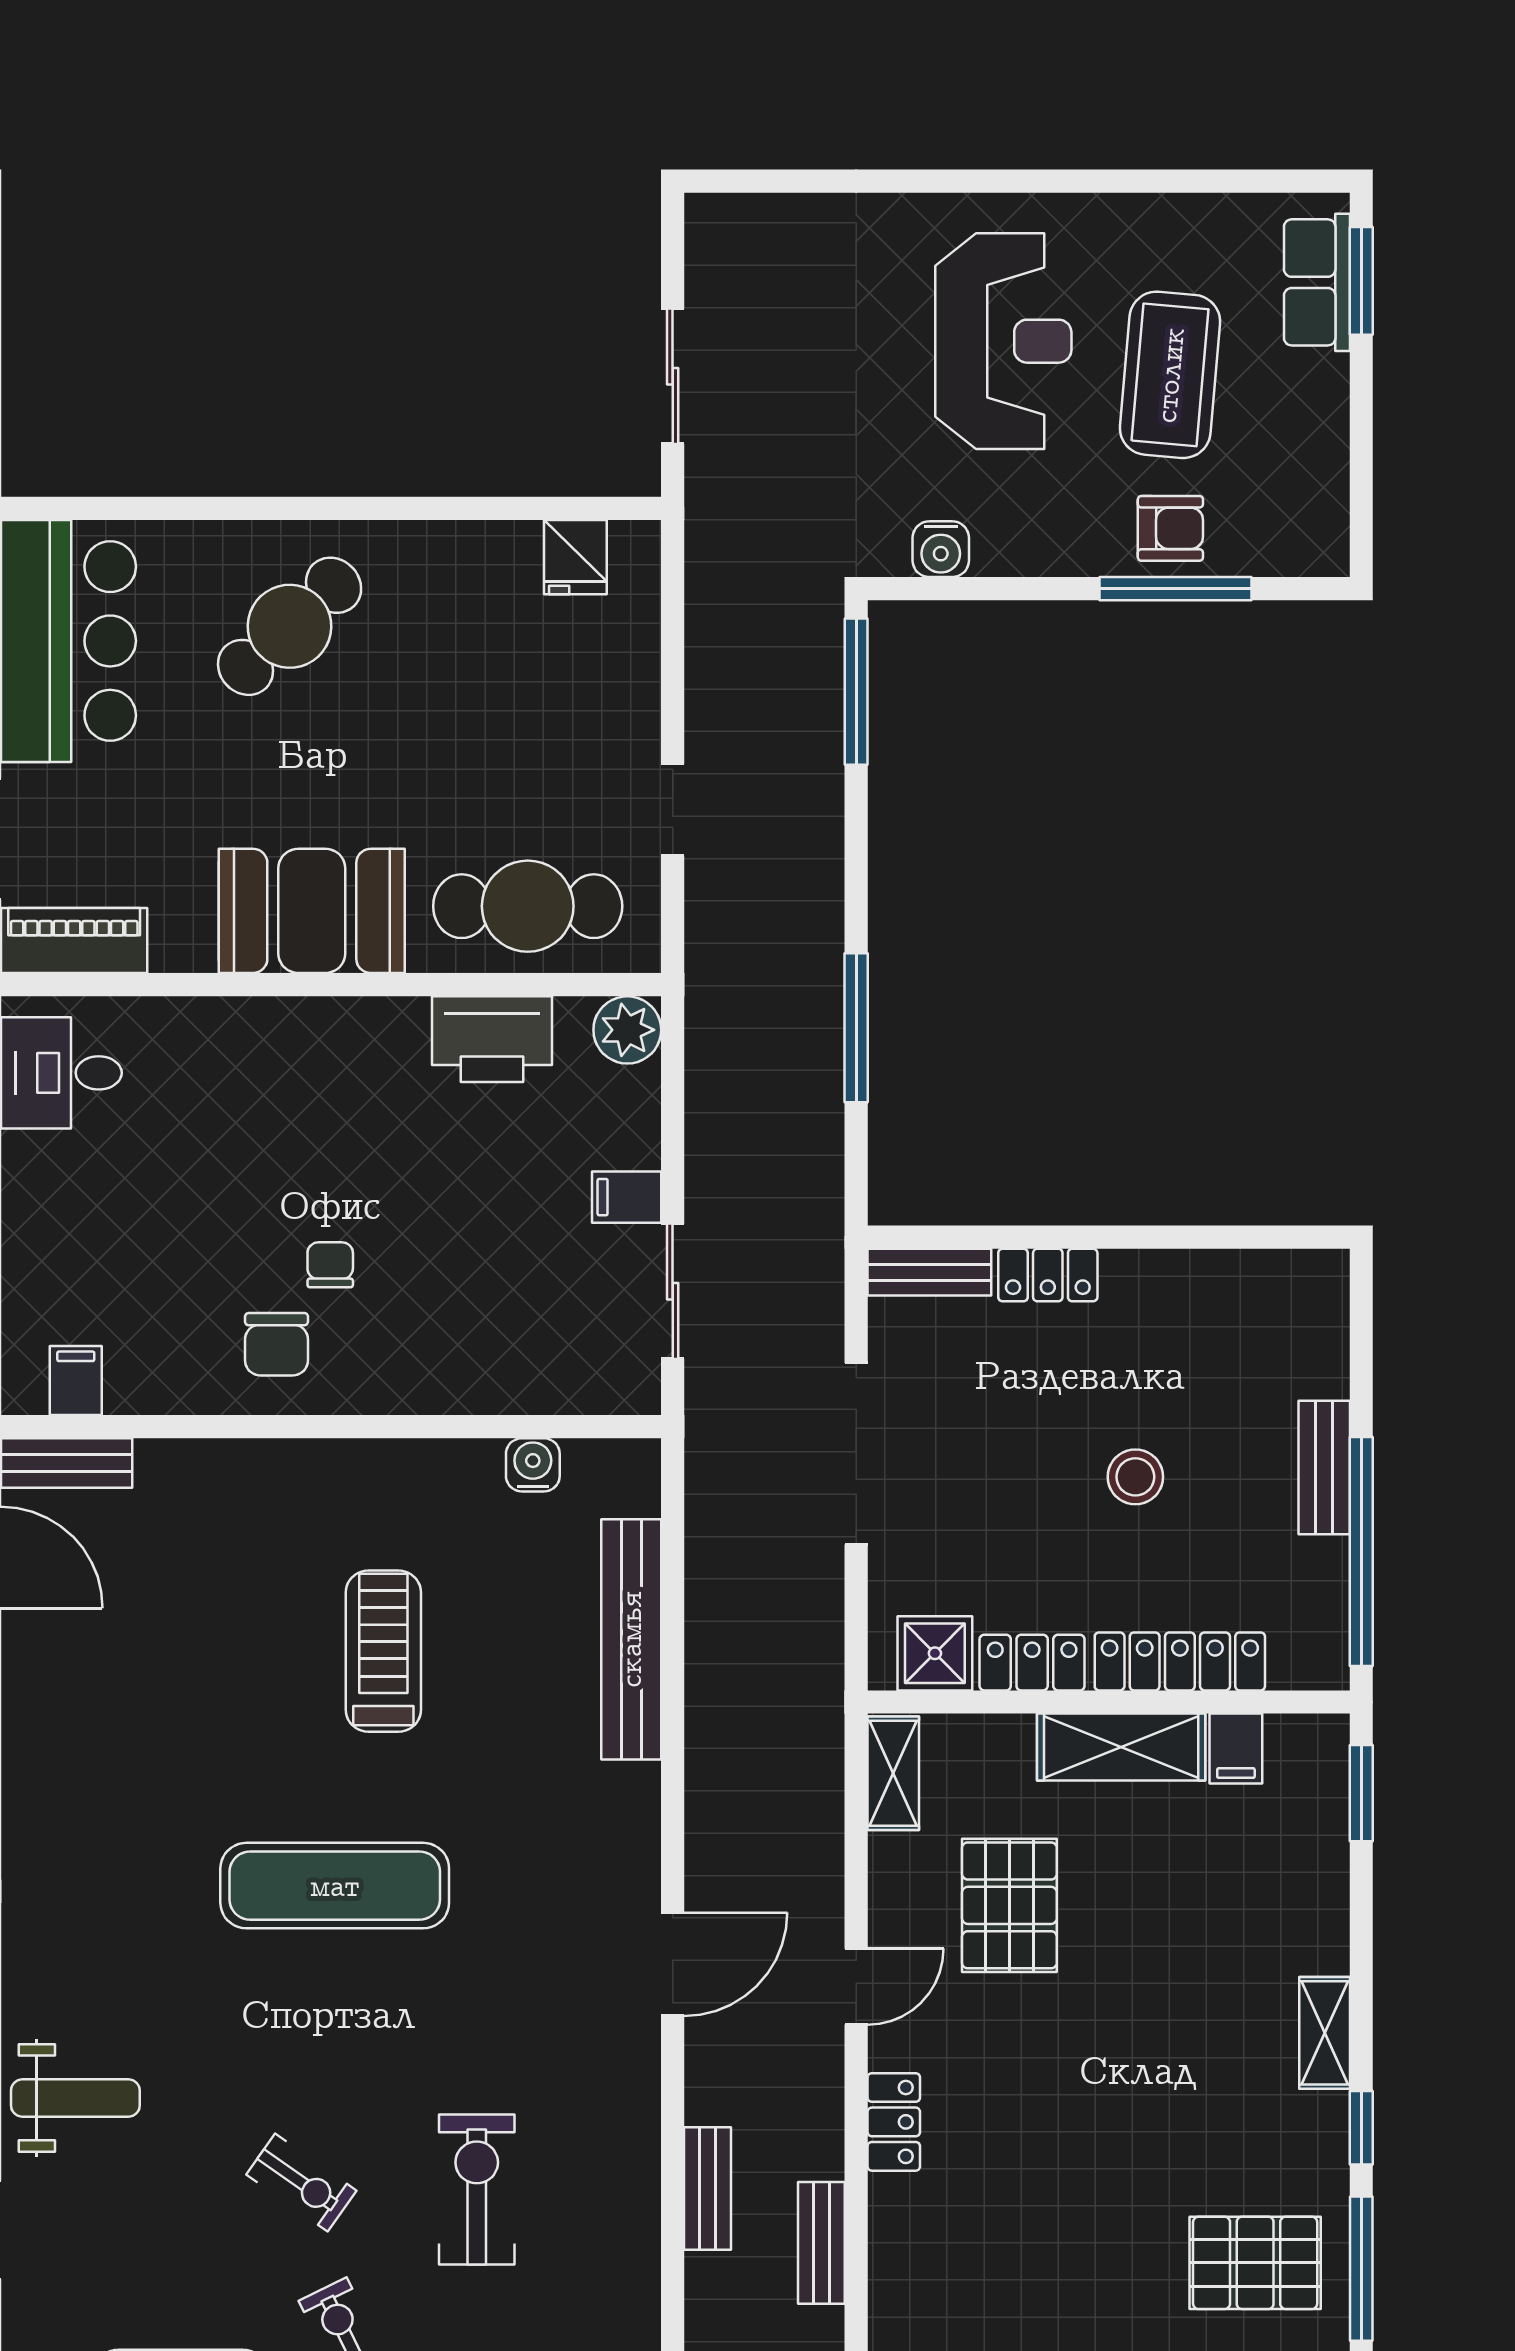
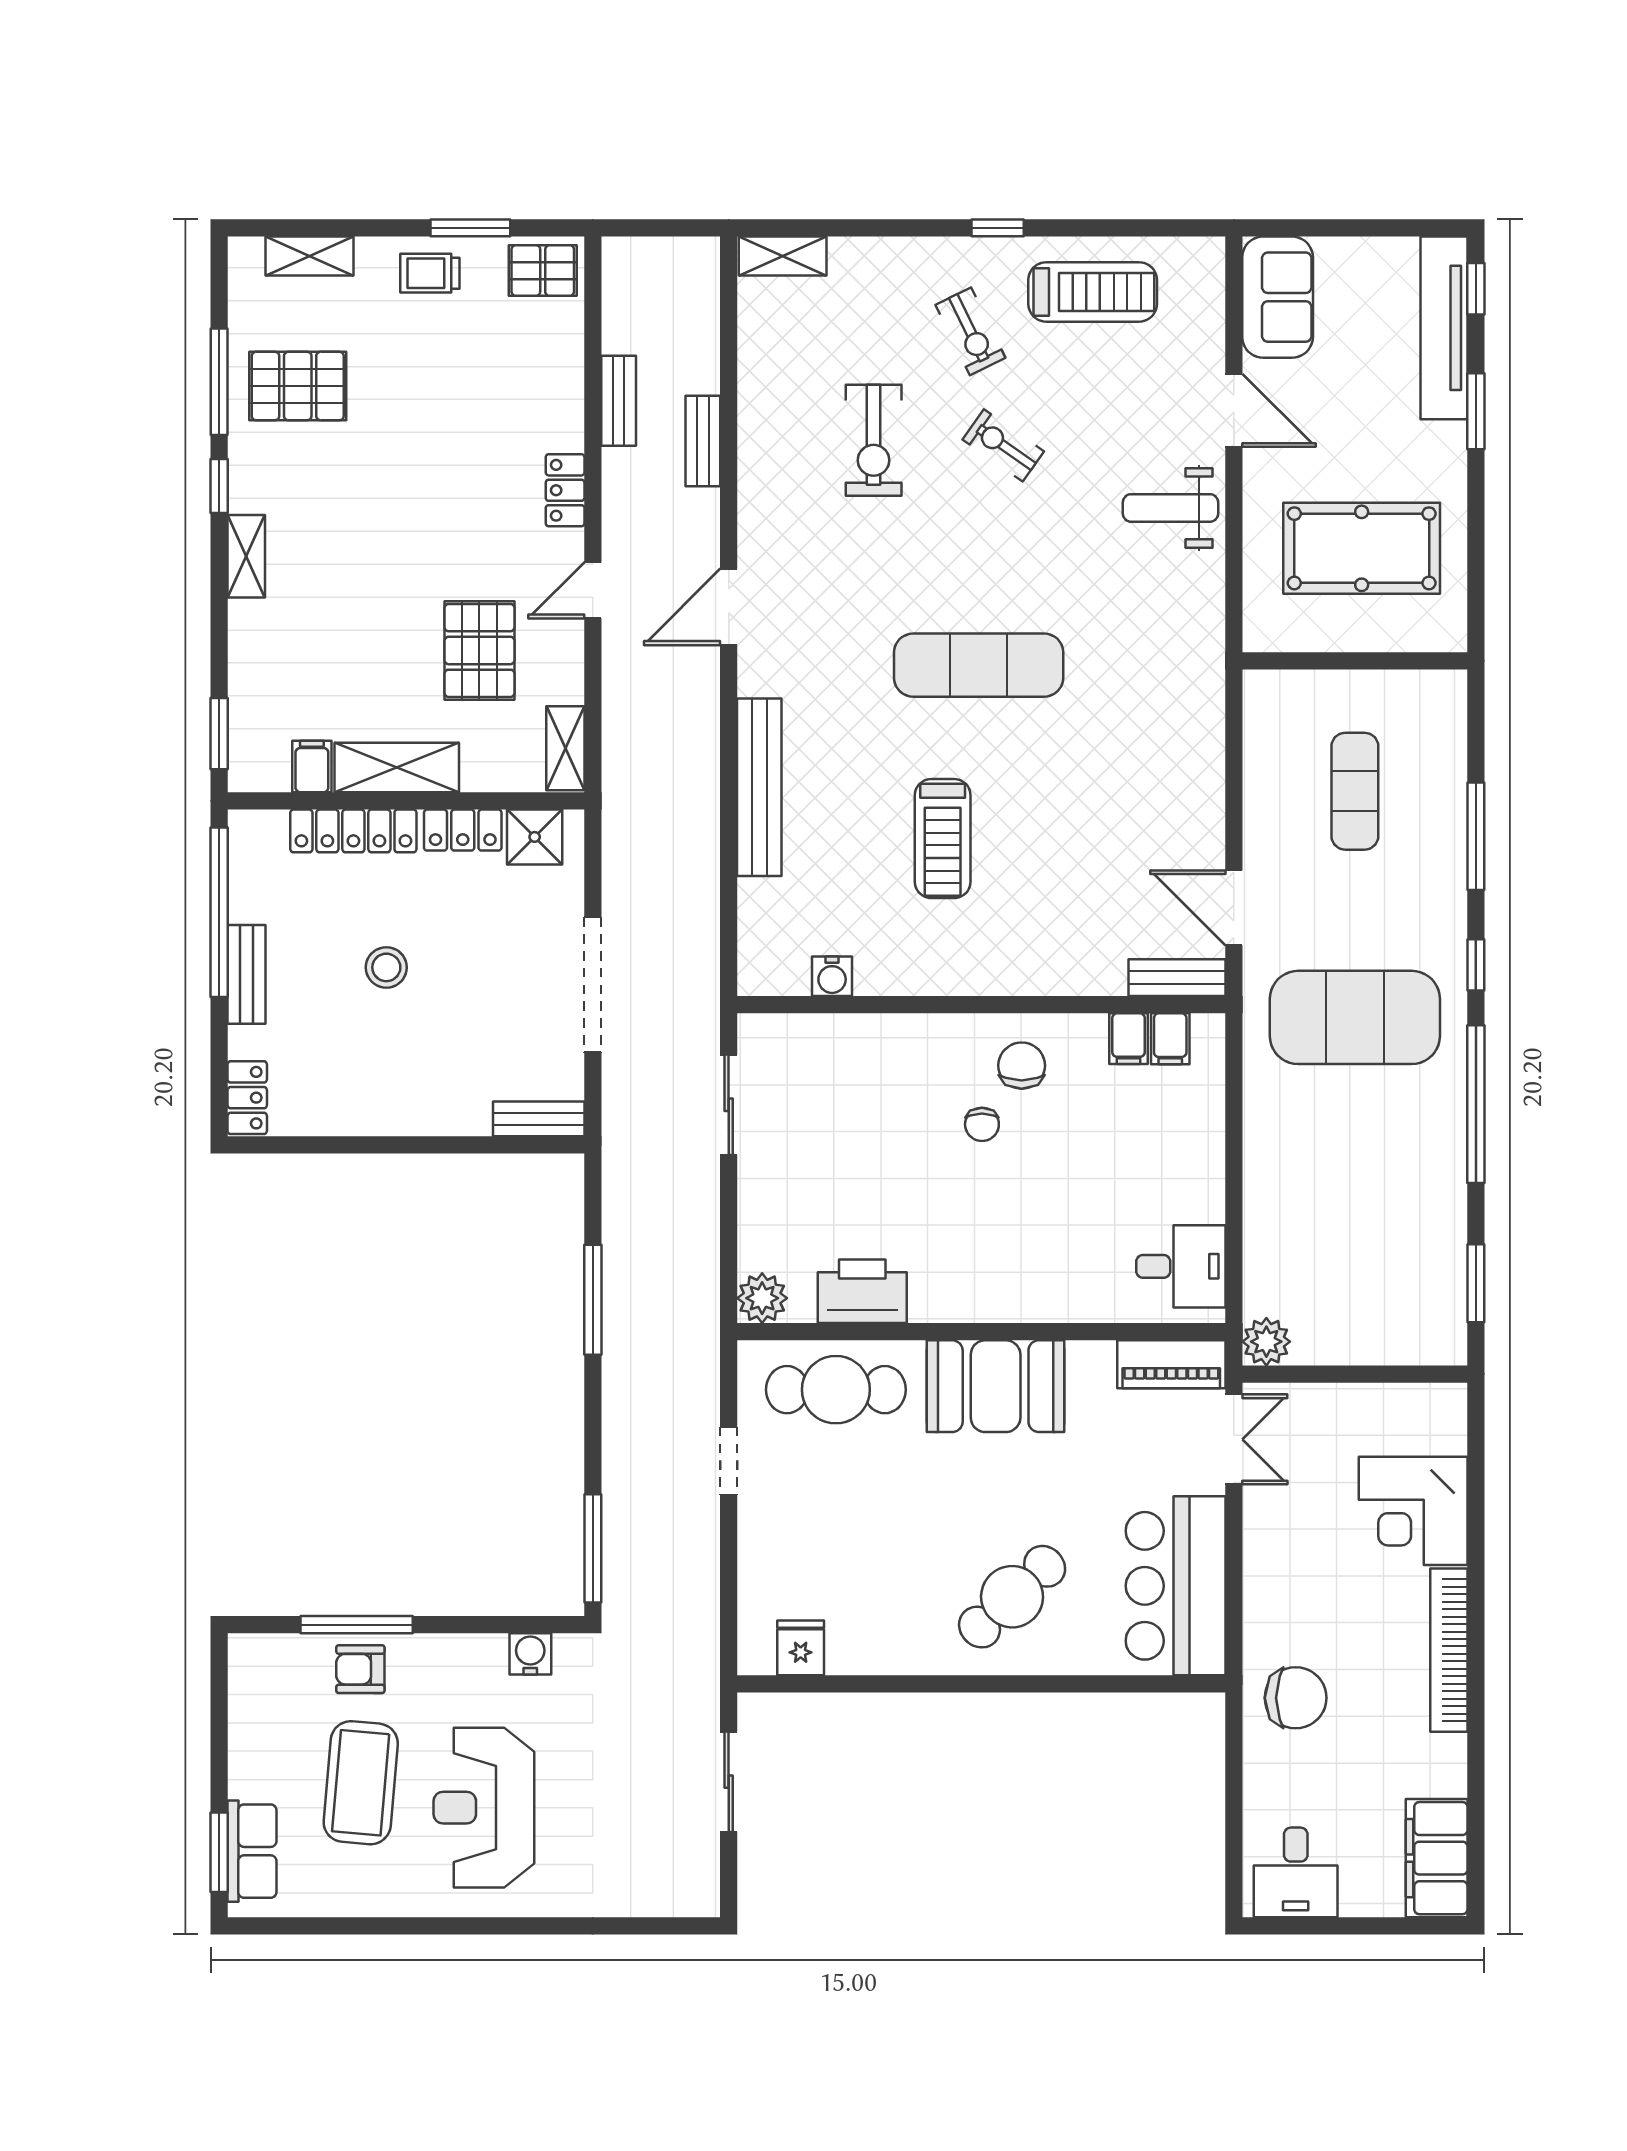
filing cabinet: (627, 1197) -> (1129, 1039), moved, turned 90
locker: (1048, 1275) -> (247, 1098), moved, turned 90
bench: (631, 1639) -> (759, 787), moved

